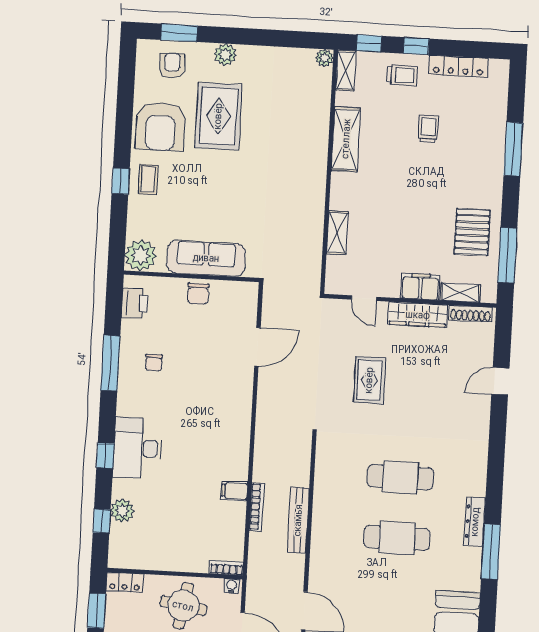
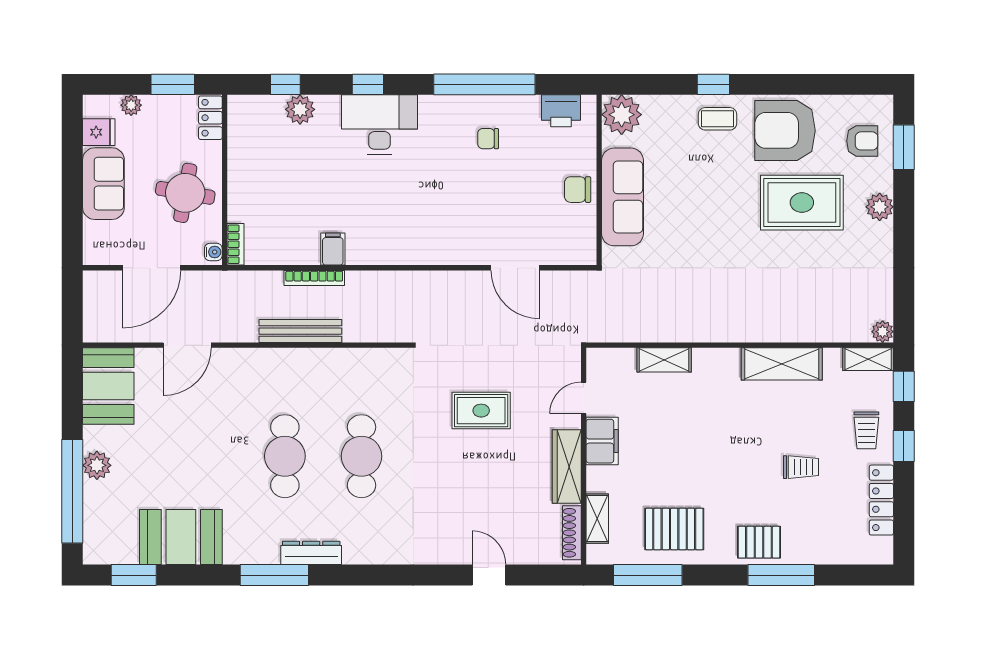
pallet: (486, 165) -> (759, 542), added
filing cabinet: (420, 287) -> (602, 441), moved
window: (110, 363) -> (484, 84), width x1.46

